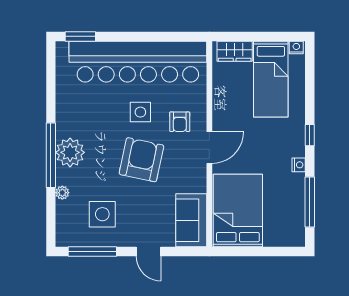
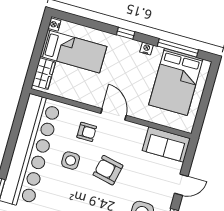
armchair: (141, 160) -> (108, 170), width x0.73, depth x0.73
bed: (238, 211) -> (176, 82), moved, turned -90

